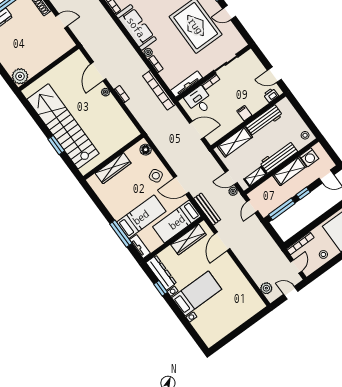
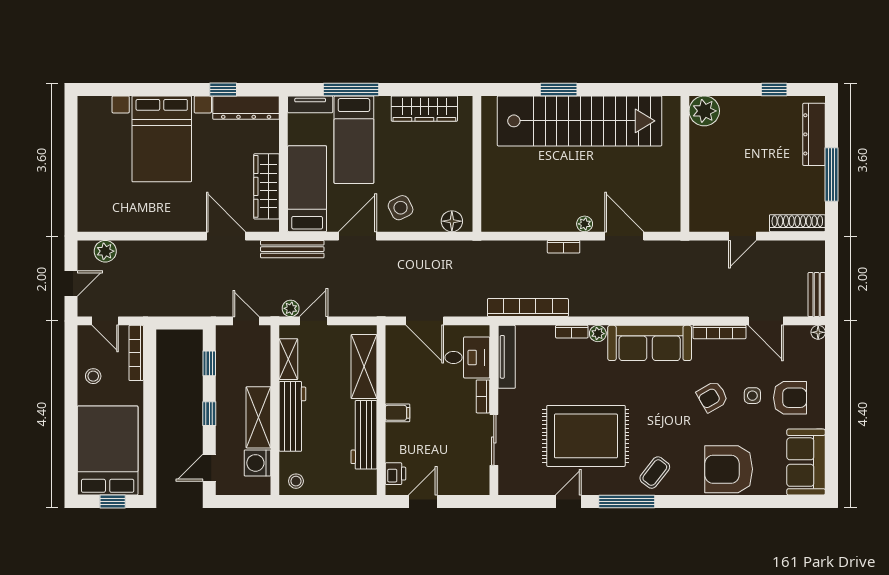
door: (197, 130) -> (425, 321), hinge flipped
wardrobe: (113, 168) -> (424, 109), moved, turned -90
window: (282, 209) -> (209, 363), width x0.46
bed with nightstands: (197, 293) -> (162, 139), width x1.36

